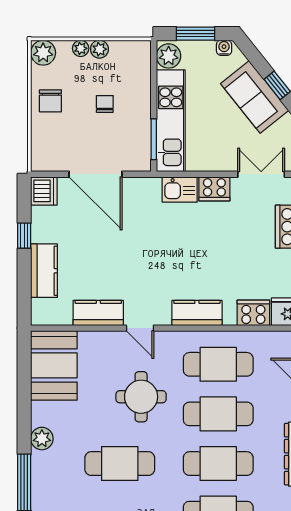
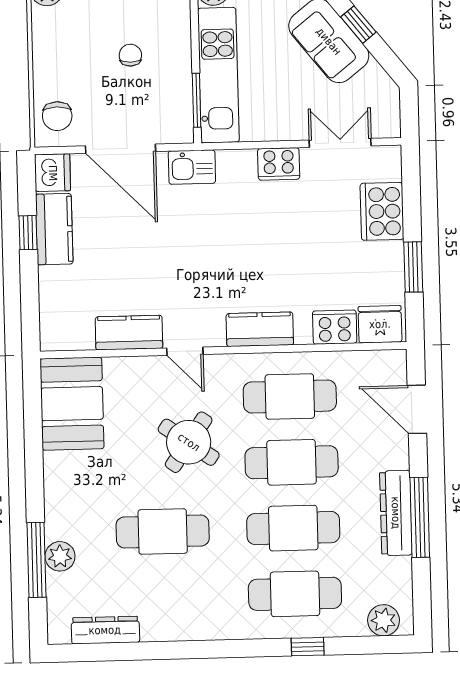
chair: (50, 101) -> (57, 116), moved
kitchen sink: (180, 190) -> (192, 167), moved
kitchen counter: (44, 271) -> (54, 229), moved
round table: (141, 397) -> (189, 442), turned 35
plant: (42, 439) -> (60, 556), moved

